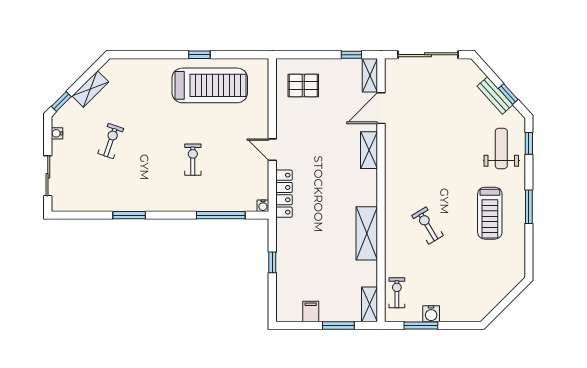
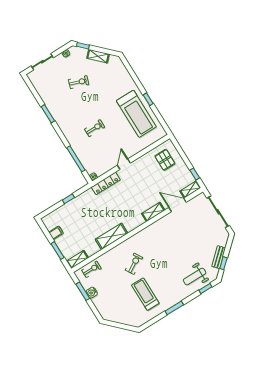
weight bench: (501, 149) -> (195, 276), turned 180
treadmill: (490, 213) -> (145, 294), moved, turned 90

